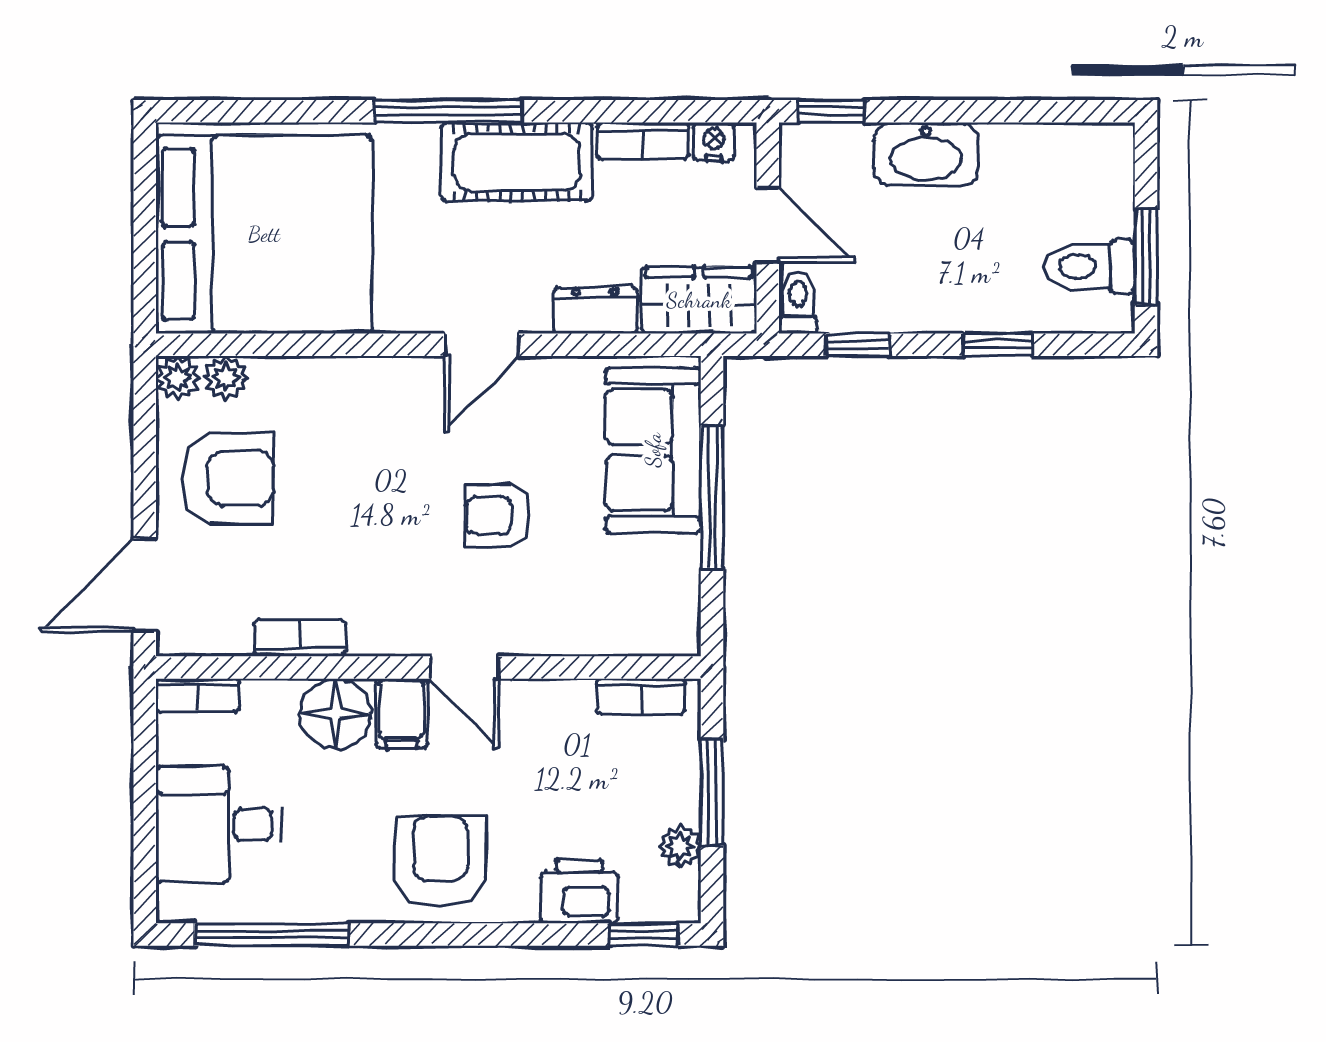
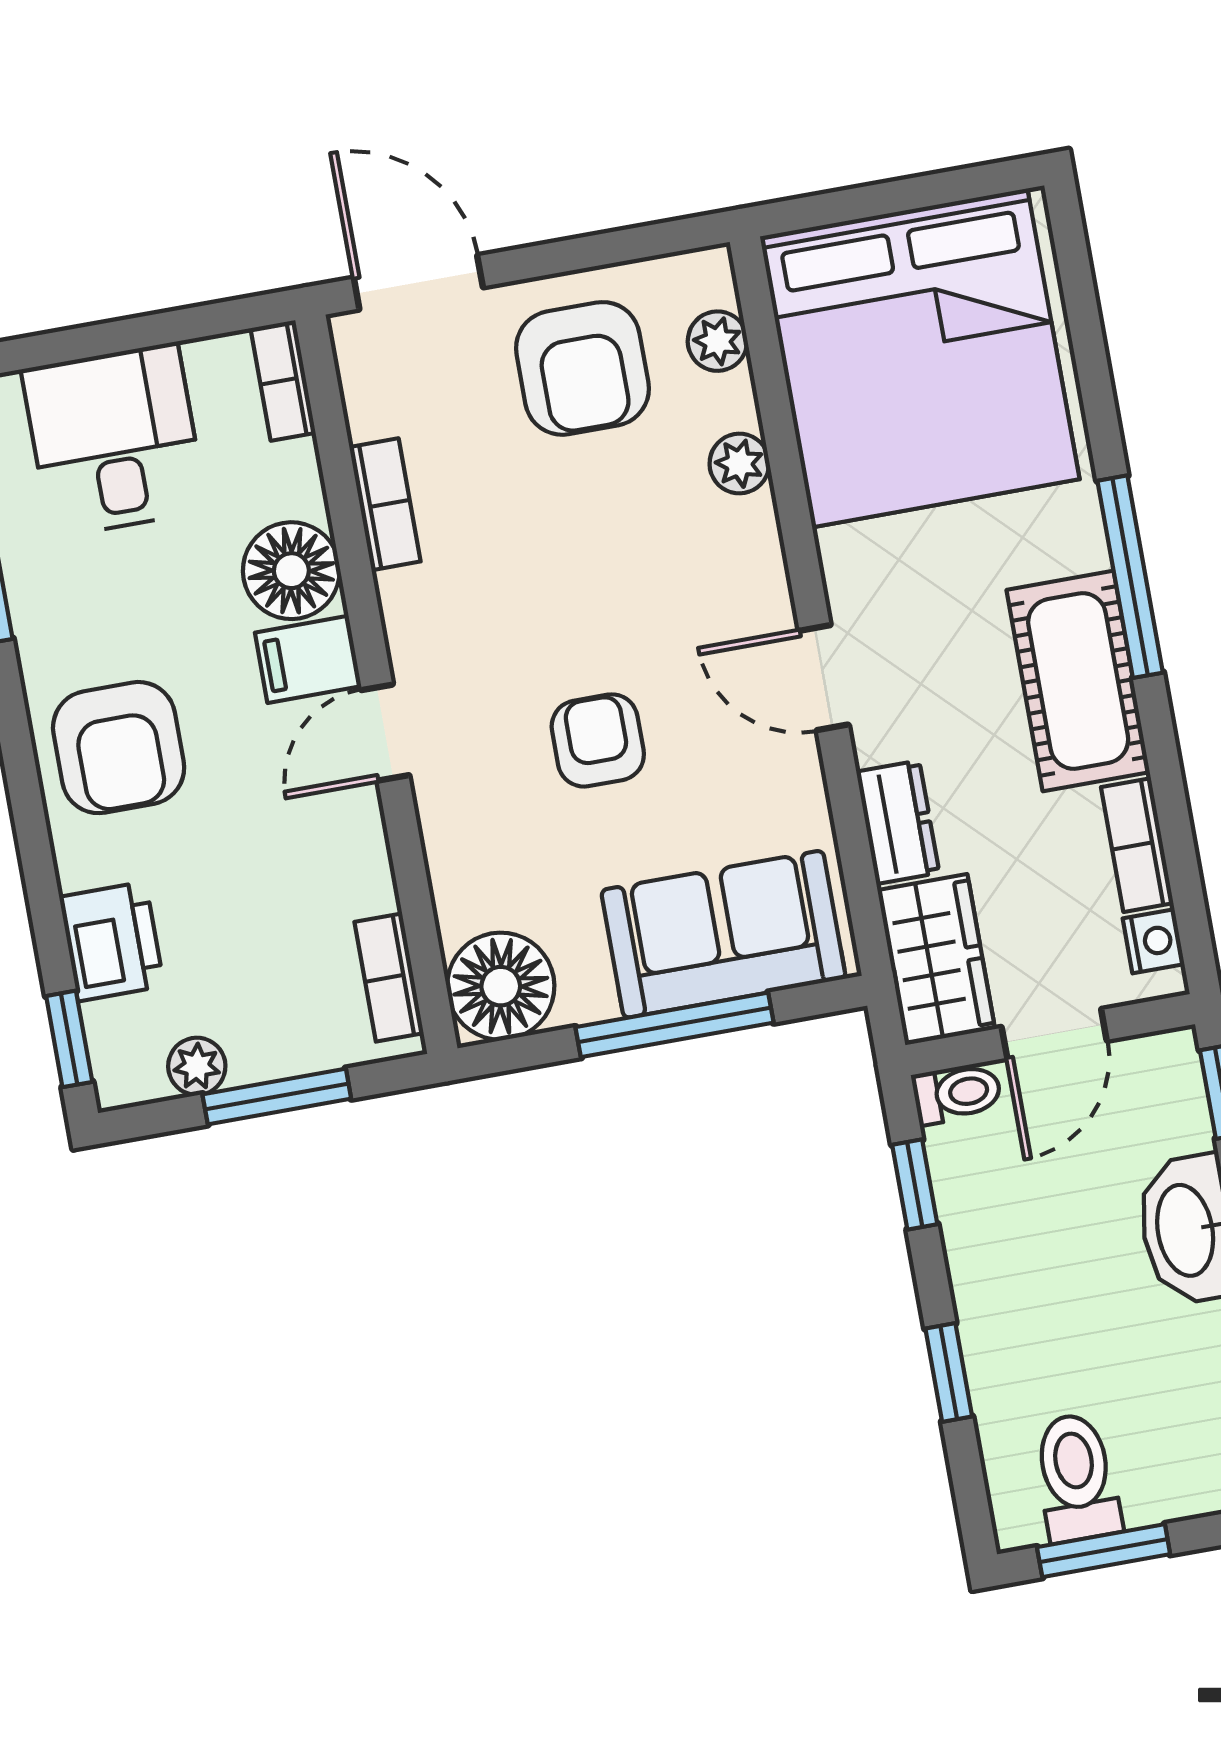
plant: (178, 378) -> (739, 464), moved
floor lamp: (662, 617) -> (501, 986), added
armchair: (441, 861) -> (119, 748), turned 90

